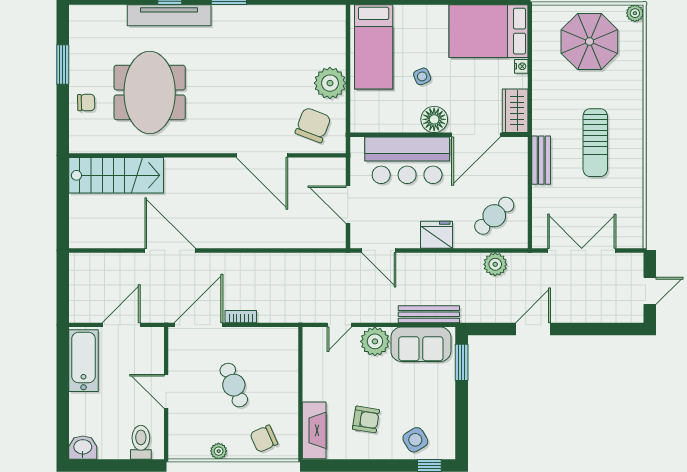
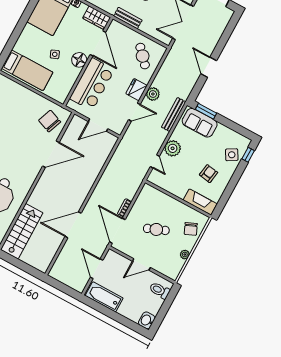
plant: (330, 83) -> (33, 101), removed
door: (379, 250) -> (134, 112), moved
plant: (495, 264) -> (153, 94), moved
sofa: (421, 344) -> (200, 123), moved, turned 90

